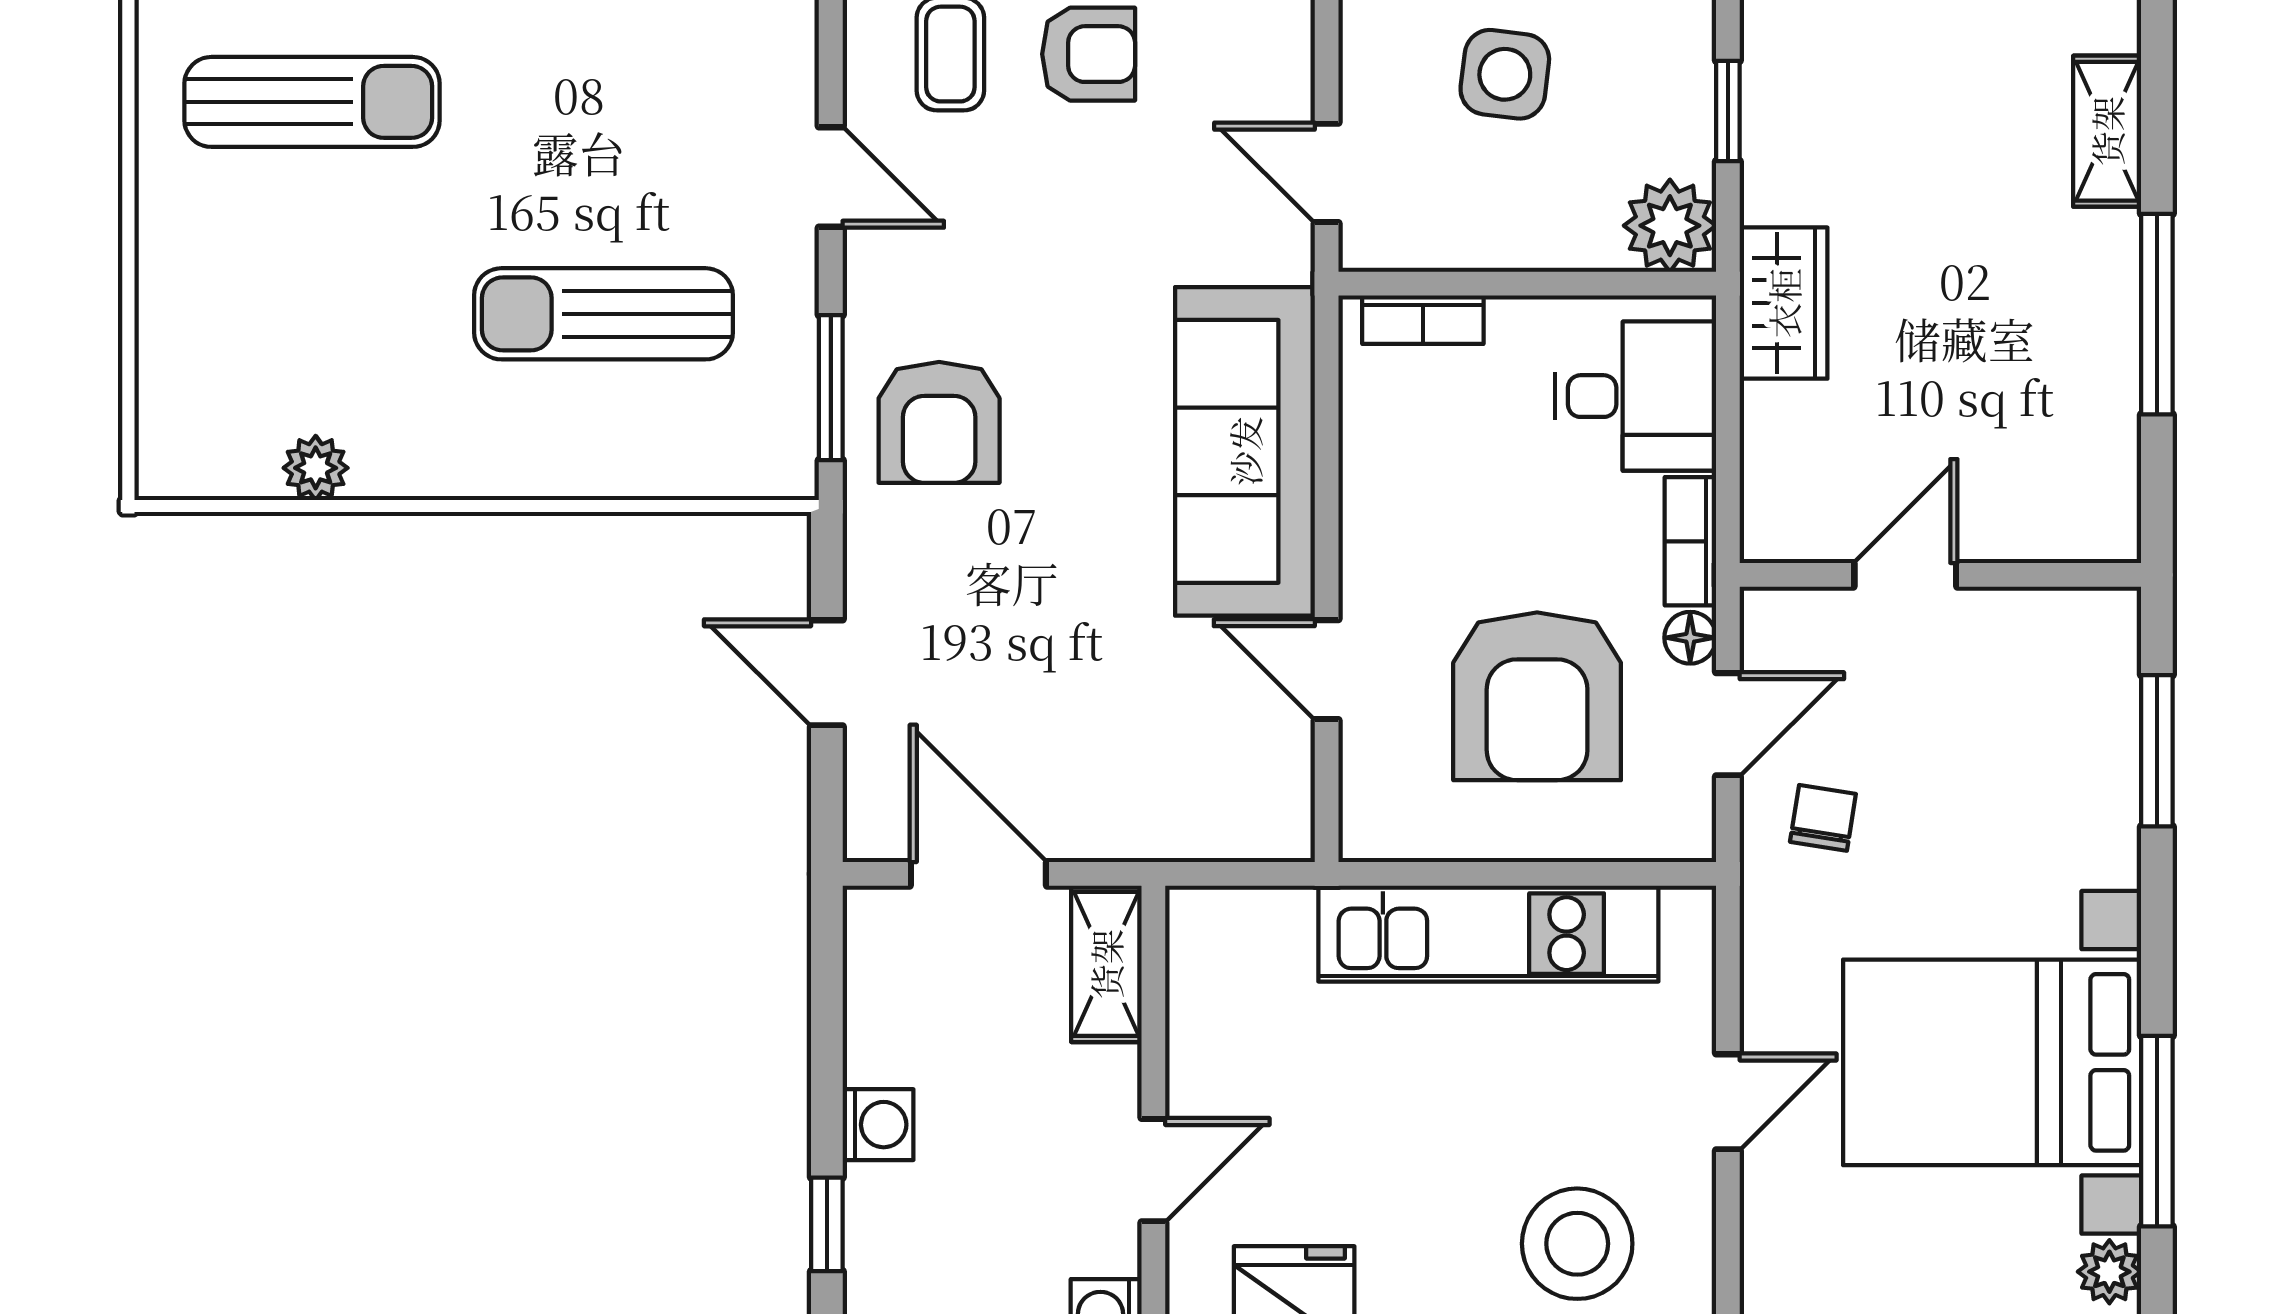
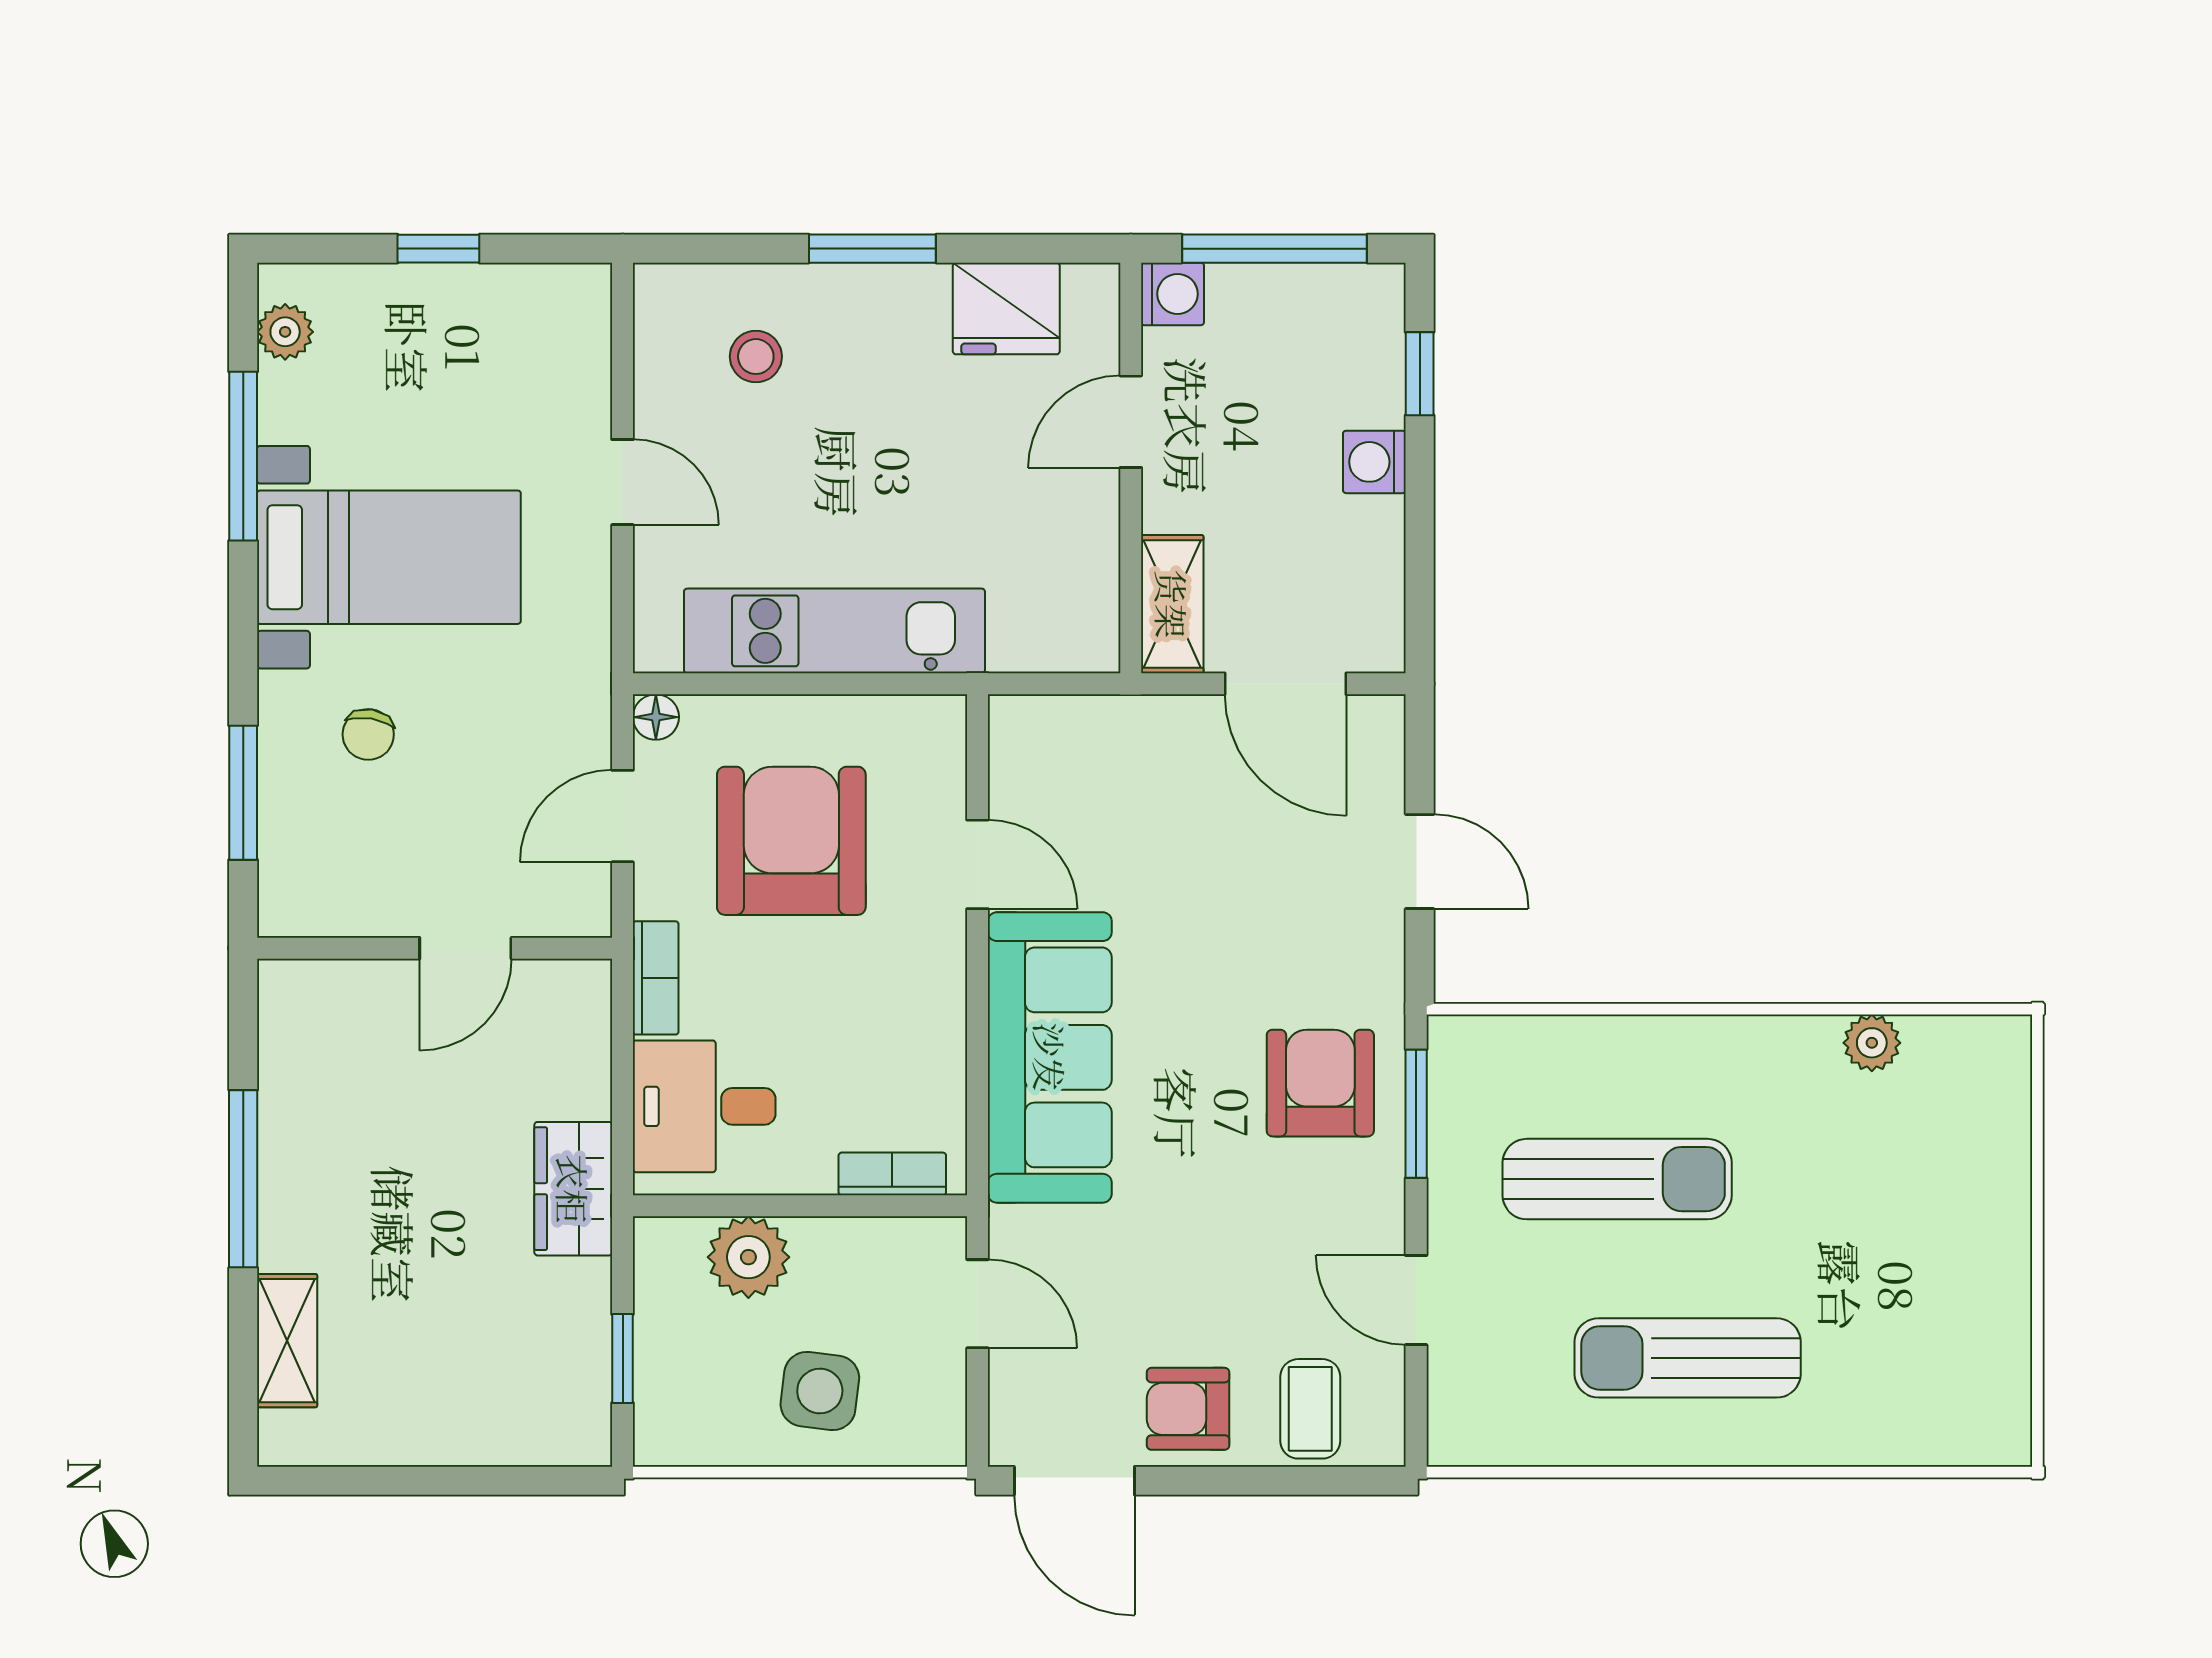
sun lounger: (312, 102) -> (1688, 1358), moved
plant: (1670, 226) -> (748, 1257), moved
floor lamp: (1690, 638) -> (656, 717), moved
chair: (1823, 818) -> (368, 734), moved
bed with nightstands: (1992, 1062) -> (389, 557), width x0.73
door: (1728, 1102) -> (623, 482), swing flipped
stool: (1577, 1244) -> (756, 357), width x0.53, depth x0.53

